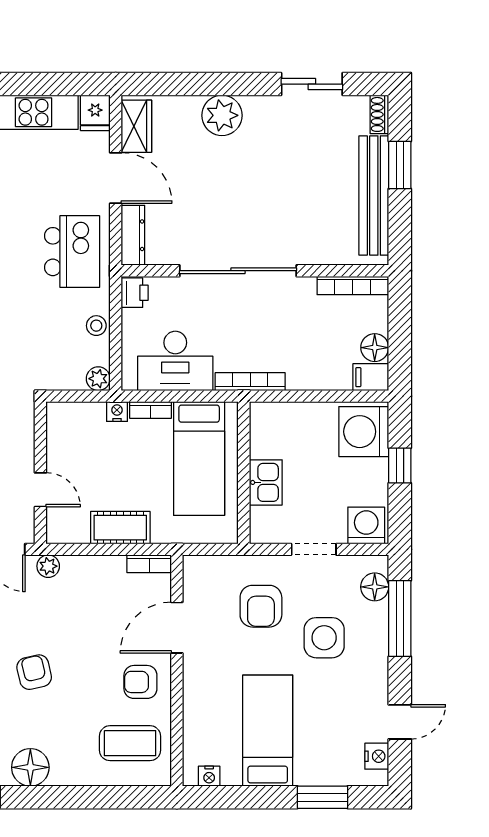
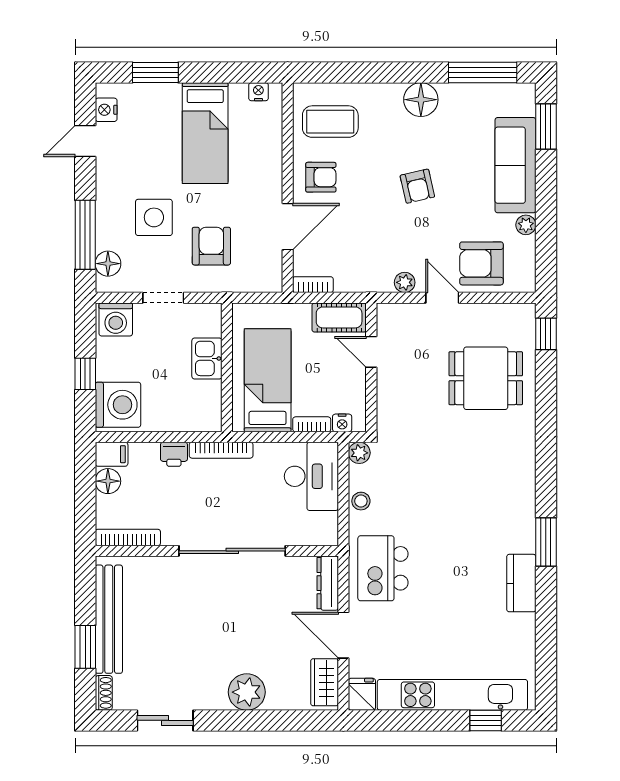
printer: (135, 293) -> (174, 454), moved, turned -90
desk: (175, 361) -> (311, 476), moved, turned 90
wall: (40, 473) -> (371, 367), moved
door: (40, 490) -> (371, 352), moved

